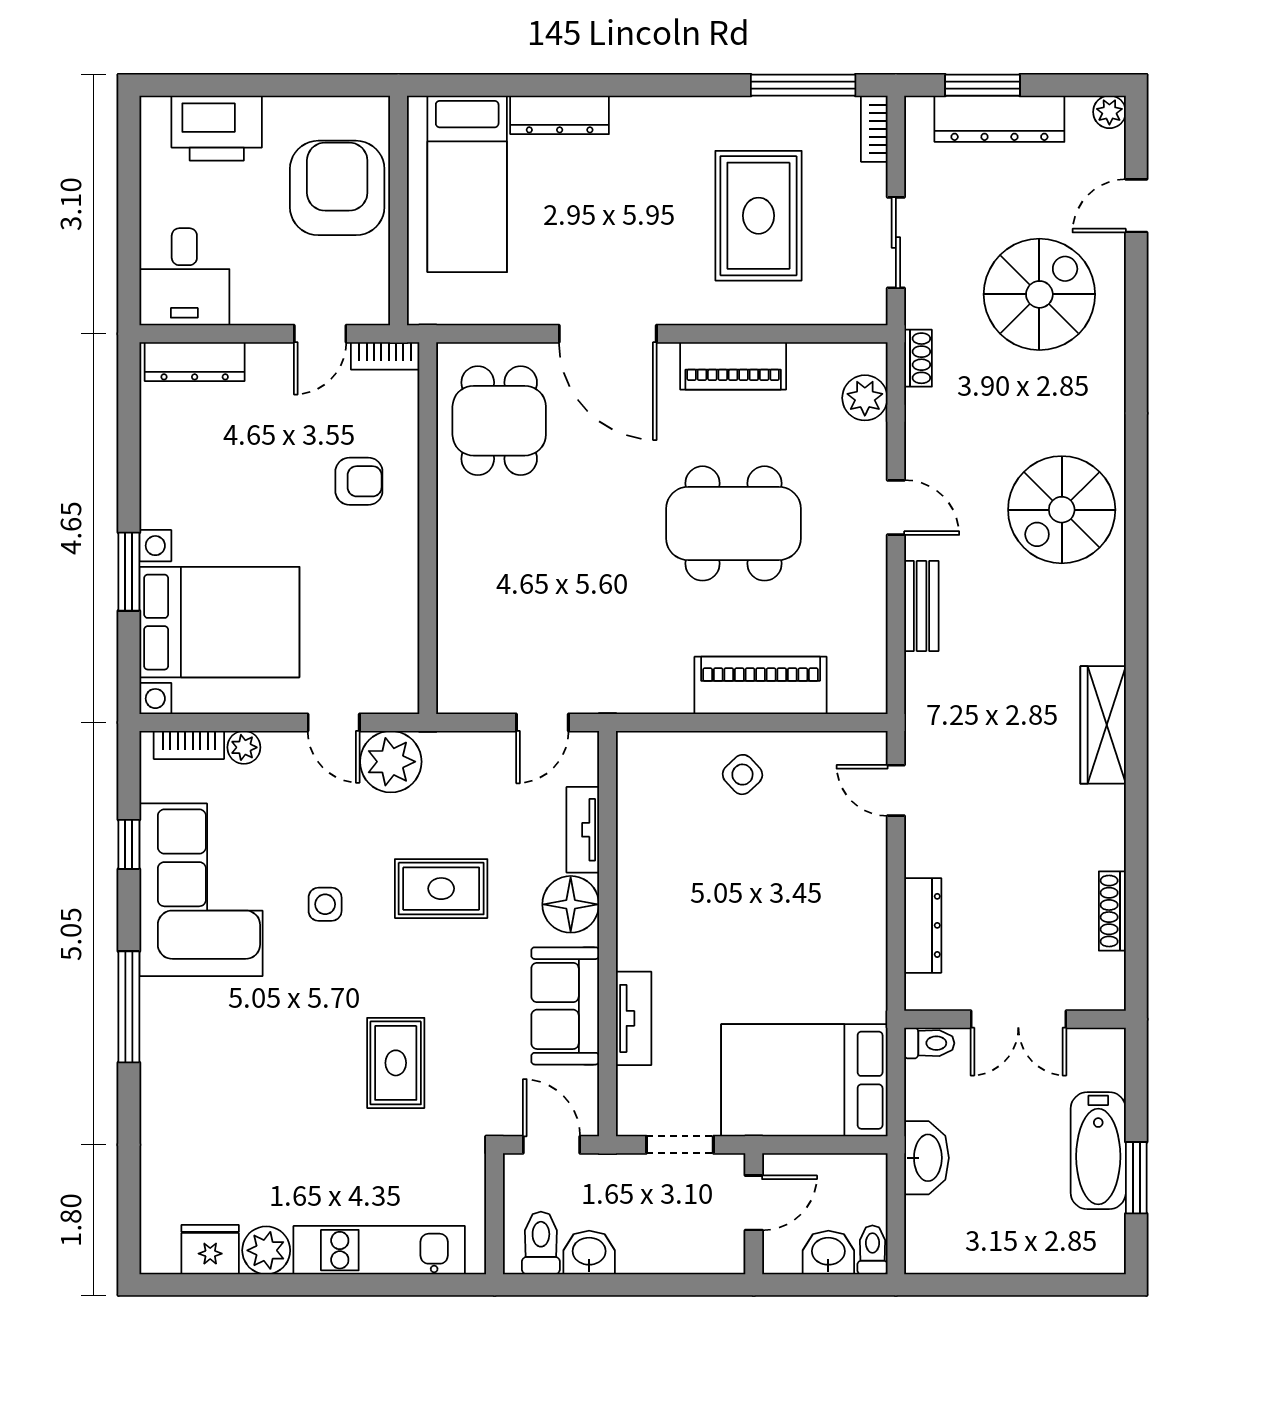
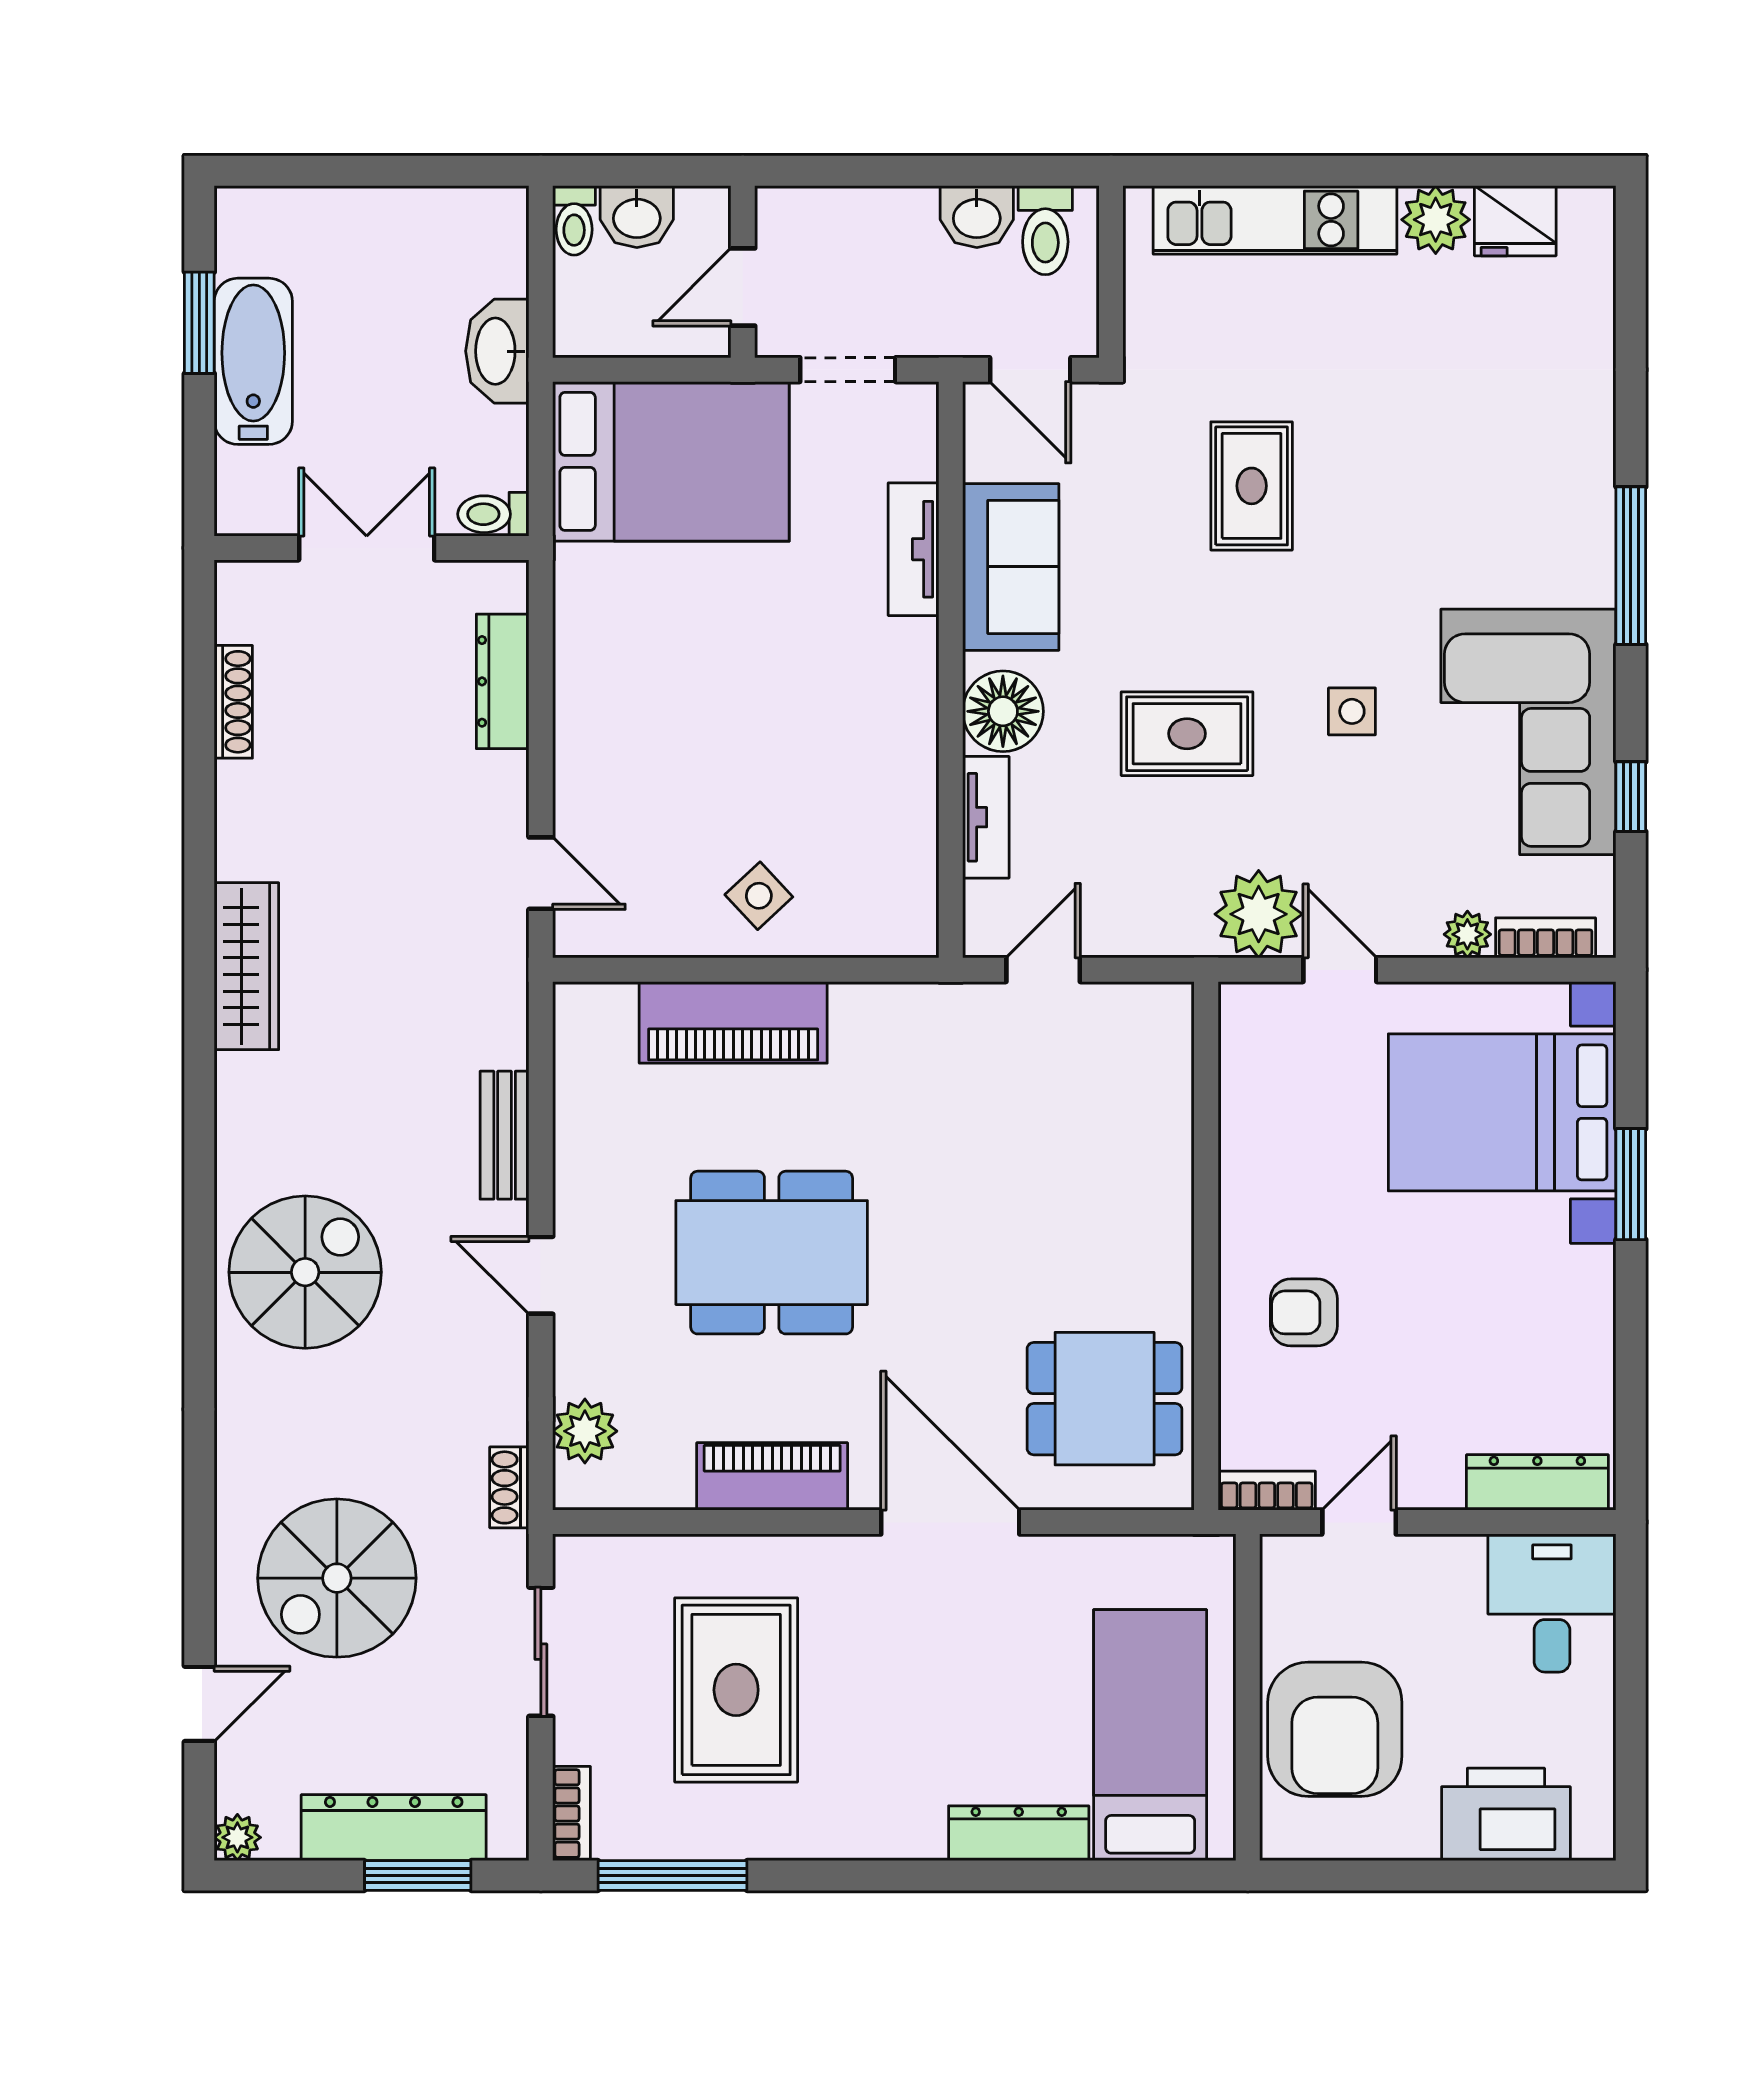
dining table: (499, 421) -> (1105, 1399), turned 90

